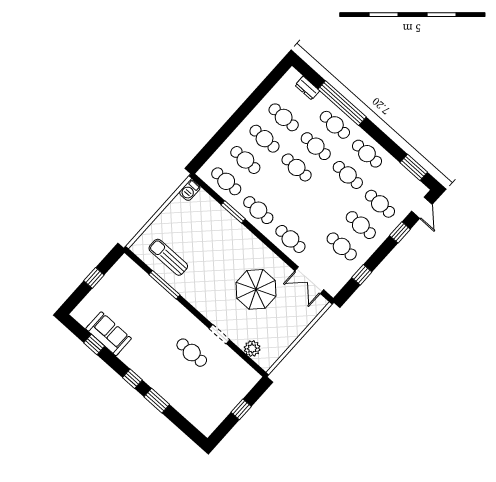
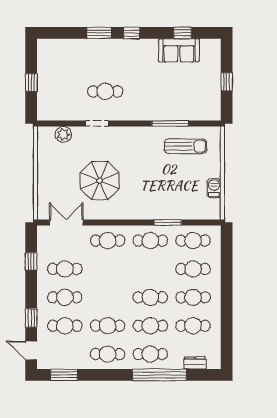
barbecue: (190, 190) -> (214, 188), moved

